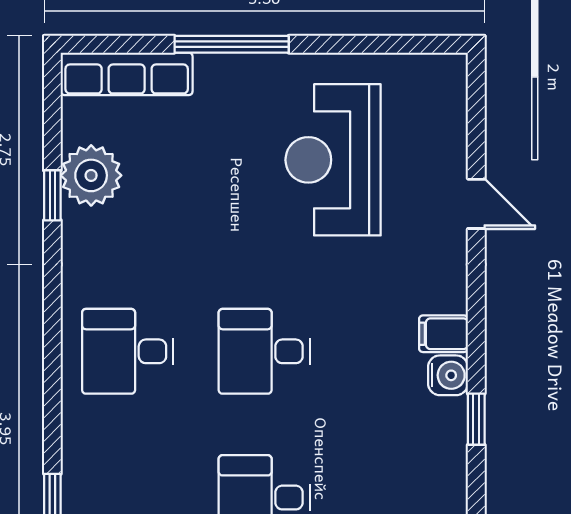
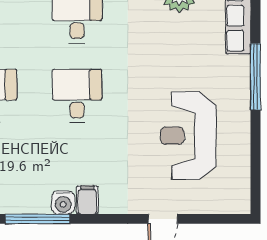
reception desk: (333, 160) -> (188, 136), turned -90
window: (476, 419) -> (38, 219), width x2.17

